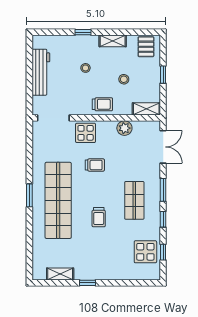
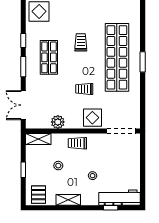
window: (83, 32) -> (111, 208), moved
workbench: (41, 72) -> (120, 198), moved, turned 90
window: (163, 252) -> (23, 11), removed

